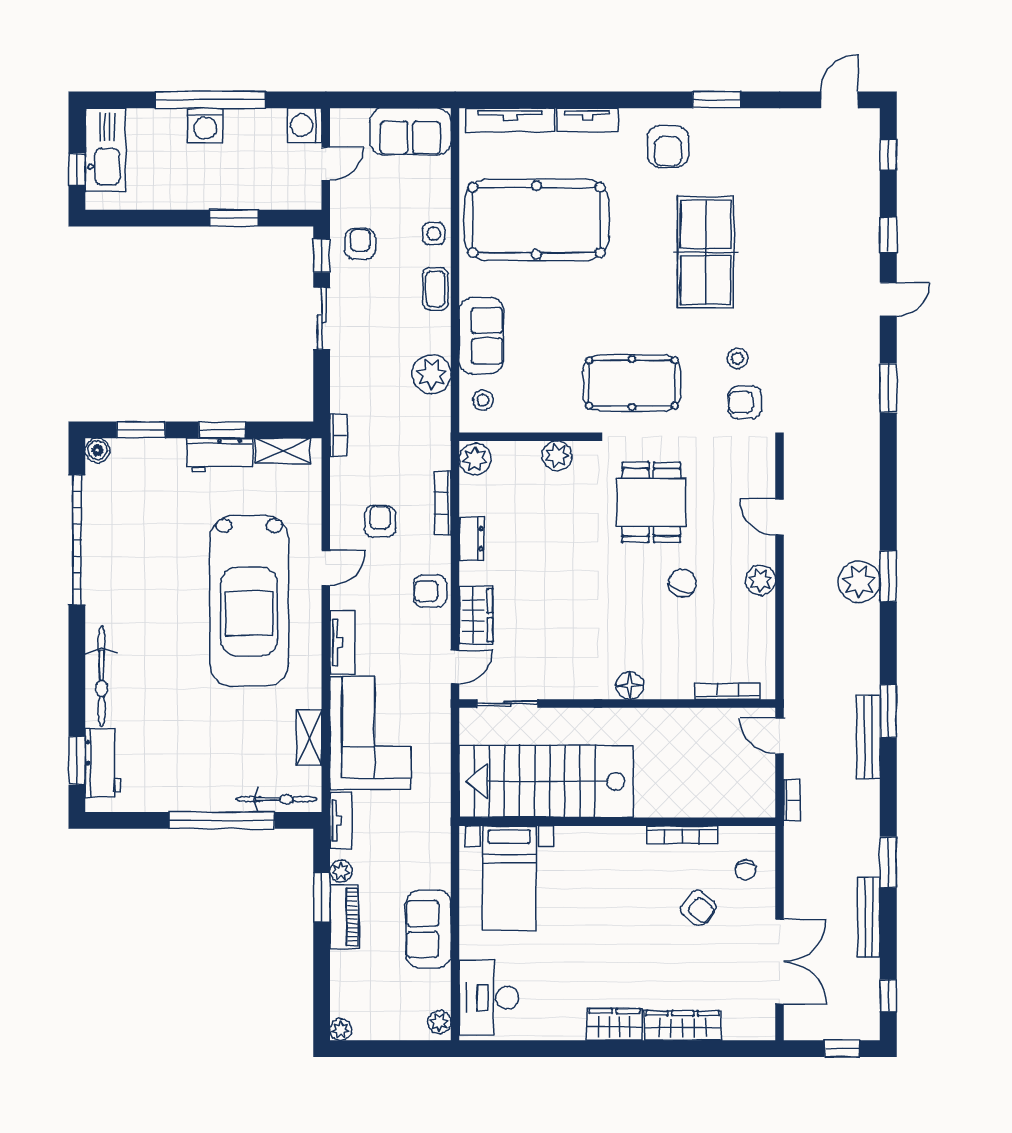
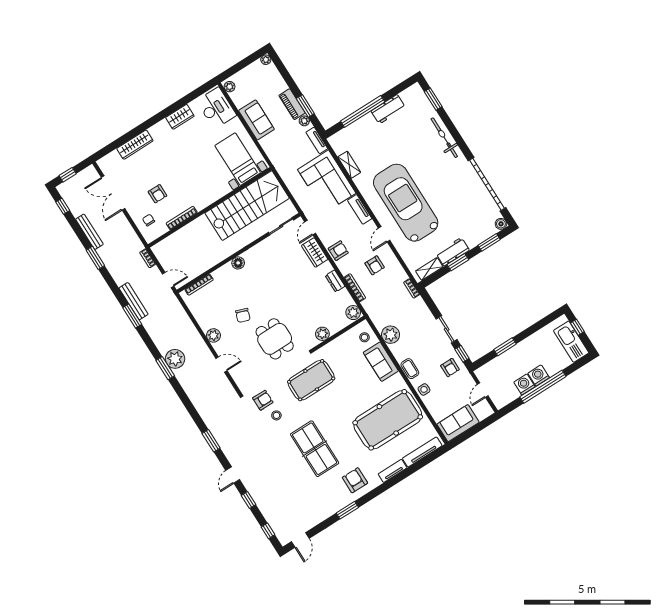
washing machine: (304, 125) -> (524, 385), moved, turned -90
workbench: (103, 763) -> (388, 109), moved, turned -90
bicycle: (277, 799) -> (347, 133), removed
armchair: (698, 908) -> (158, 194), turned -130
wardrobe: (614, 1024) -> (180, 117), moved

